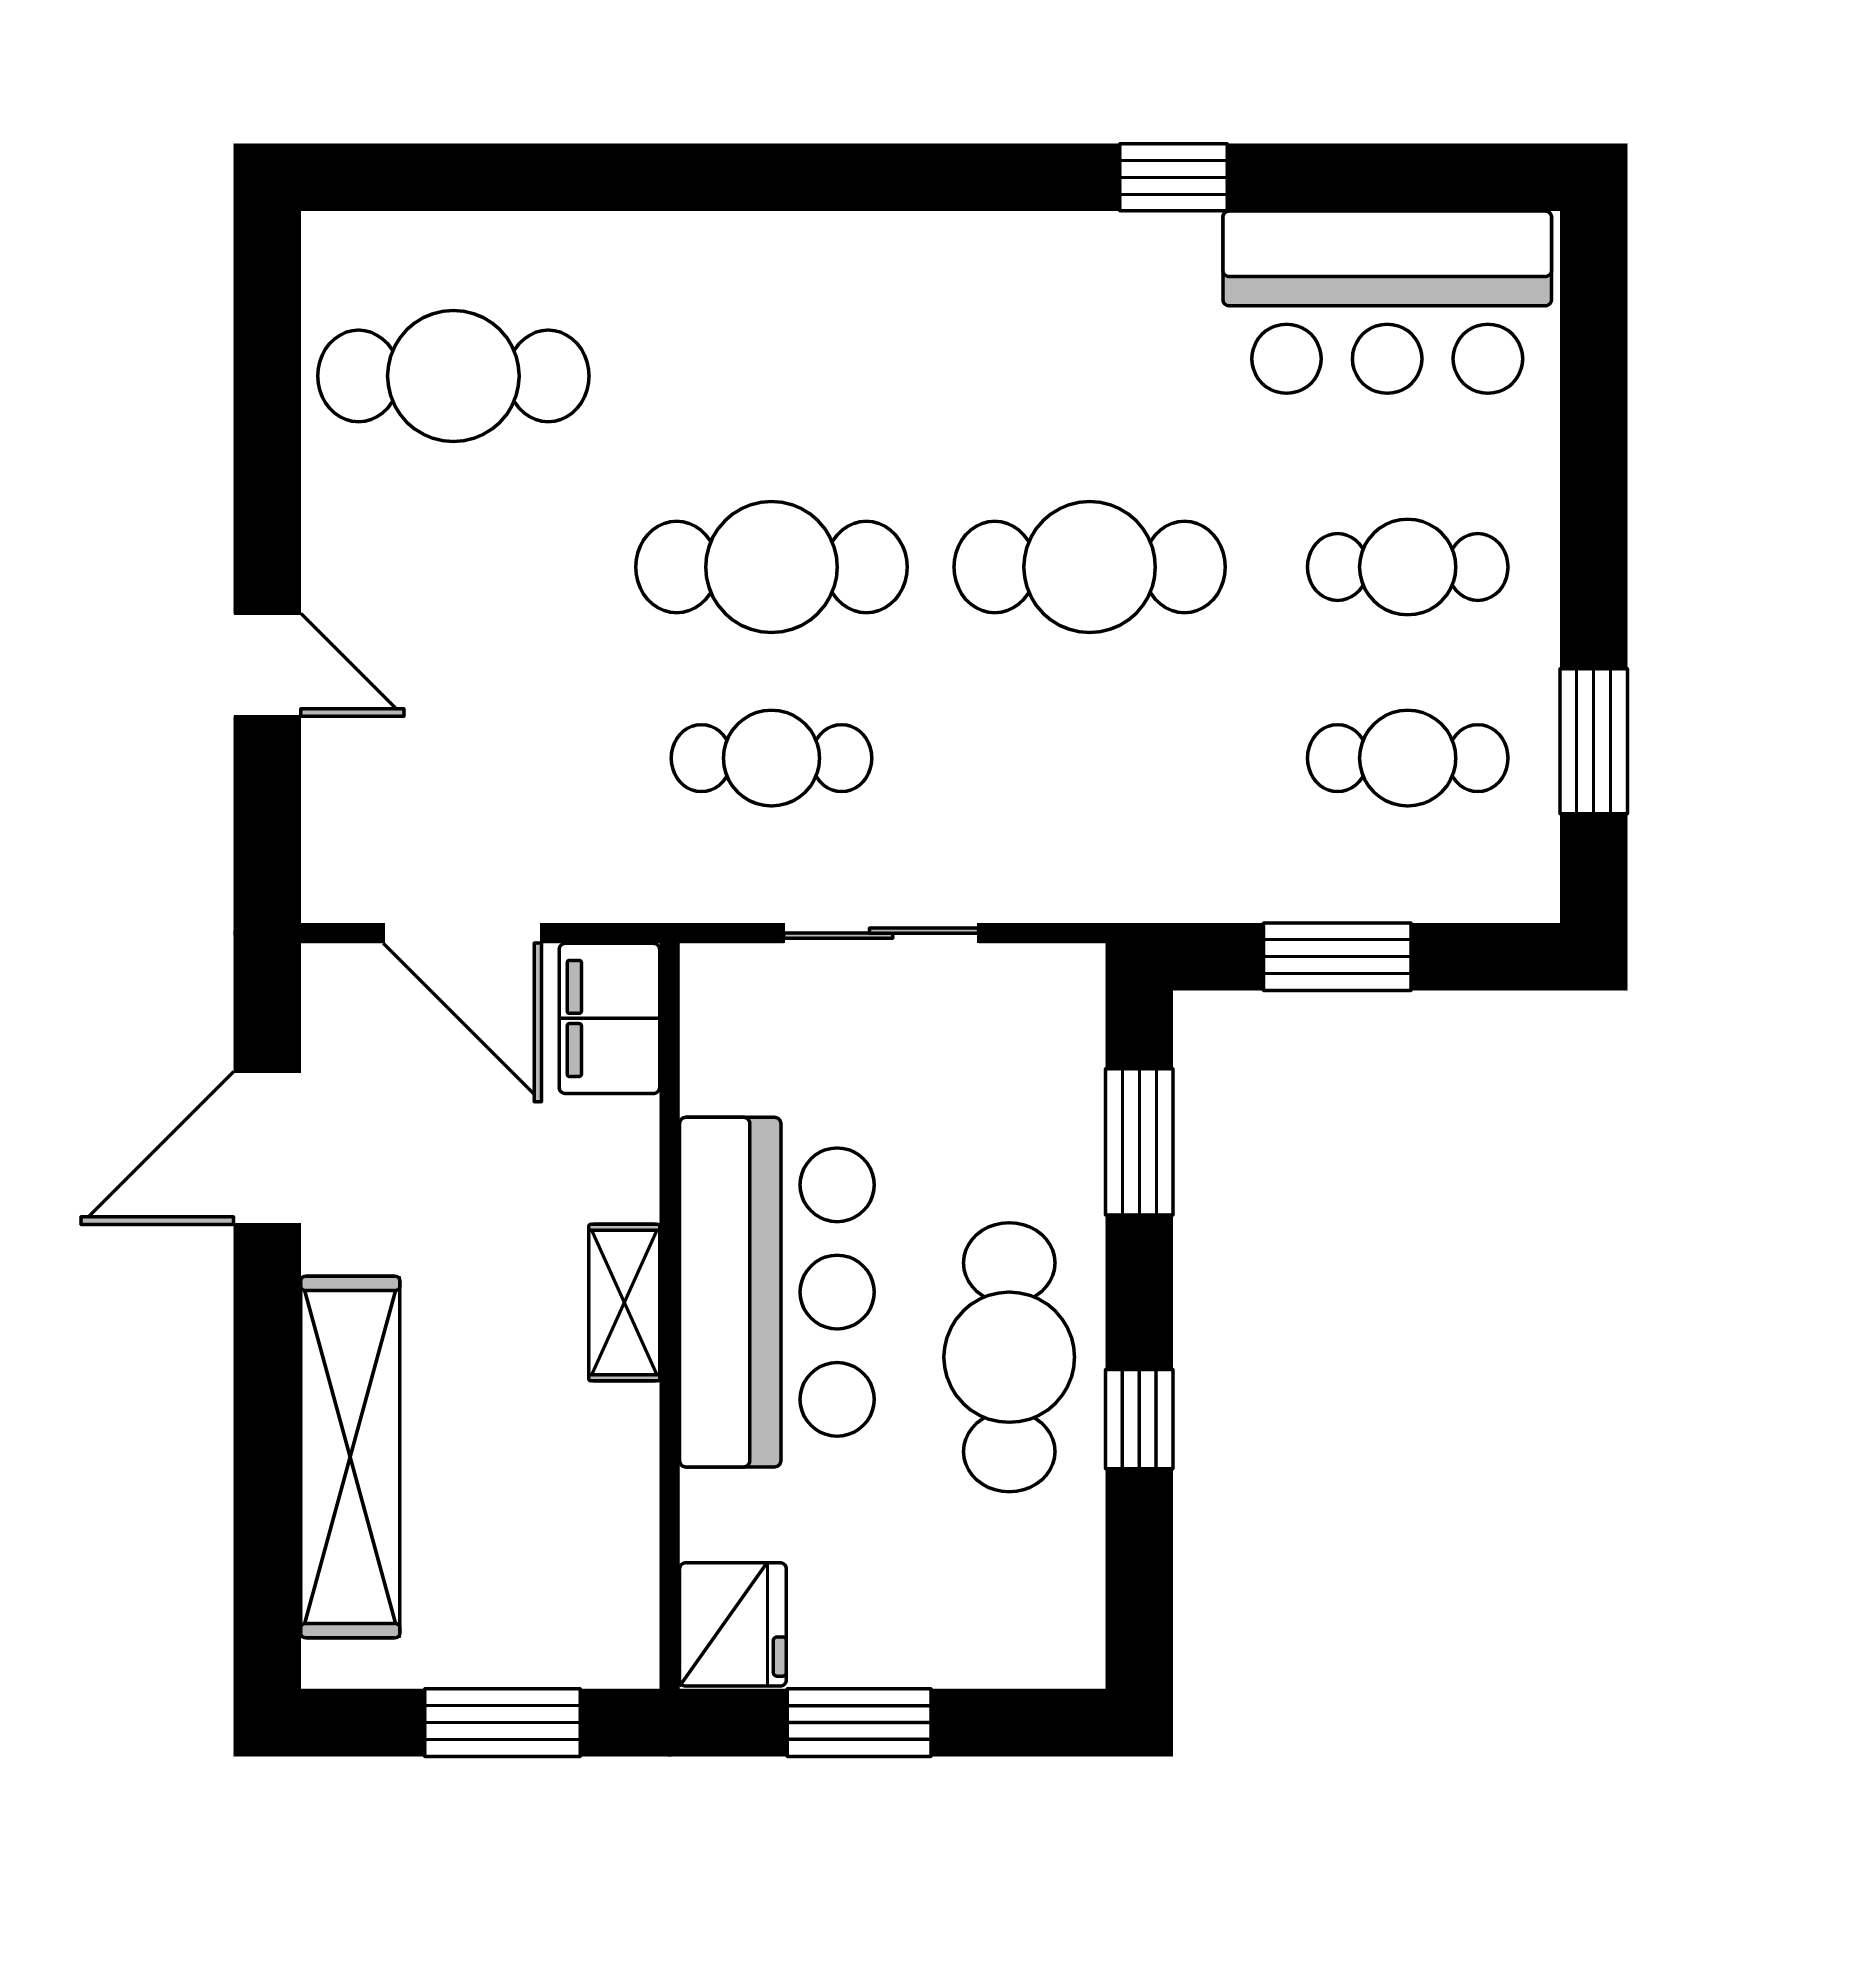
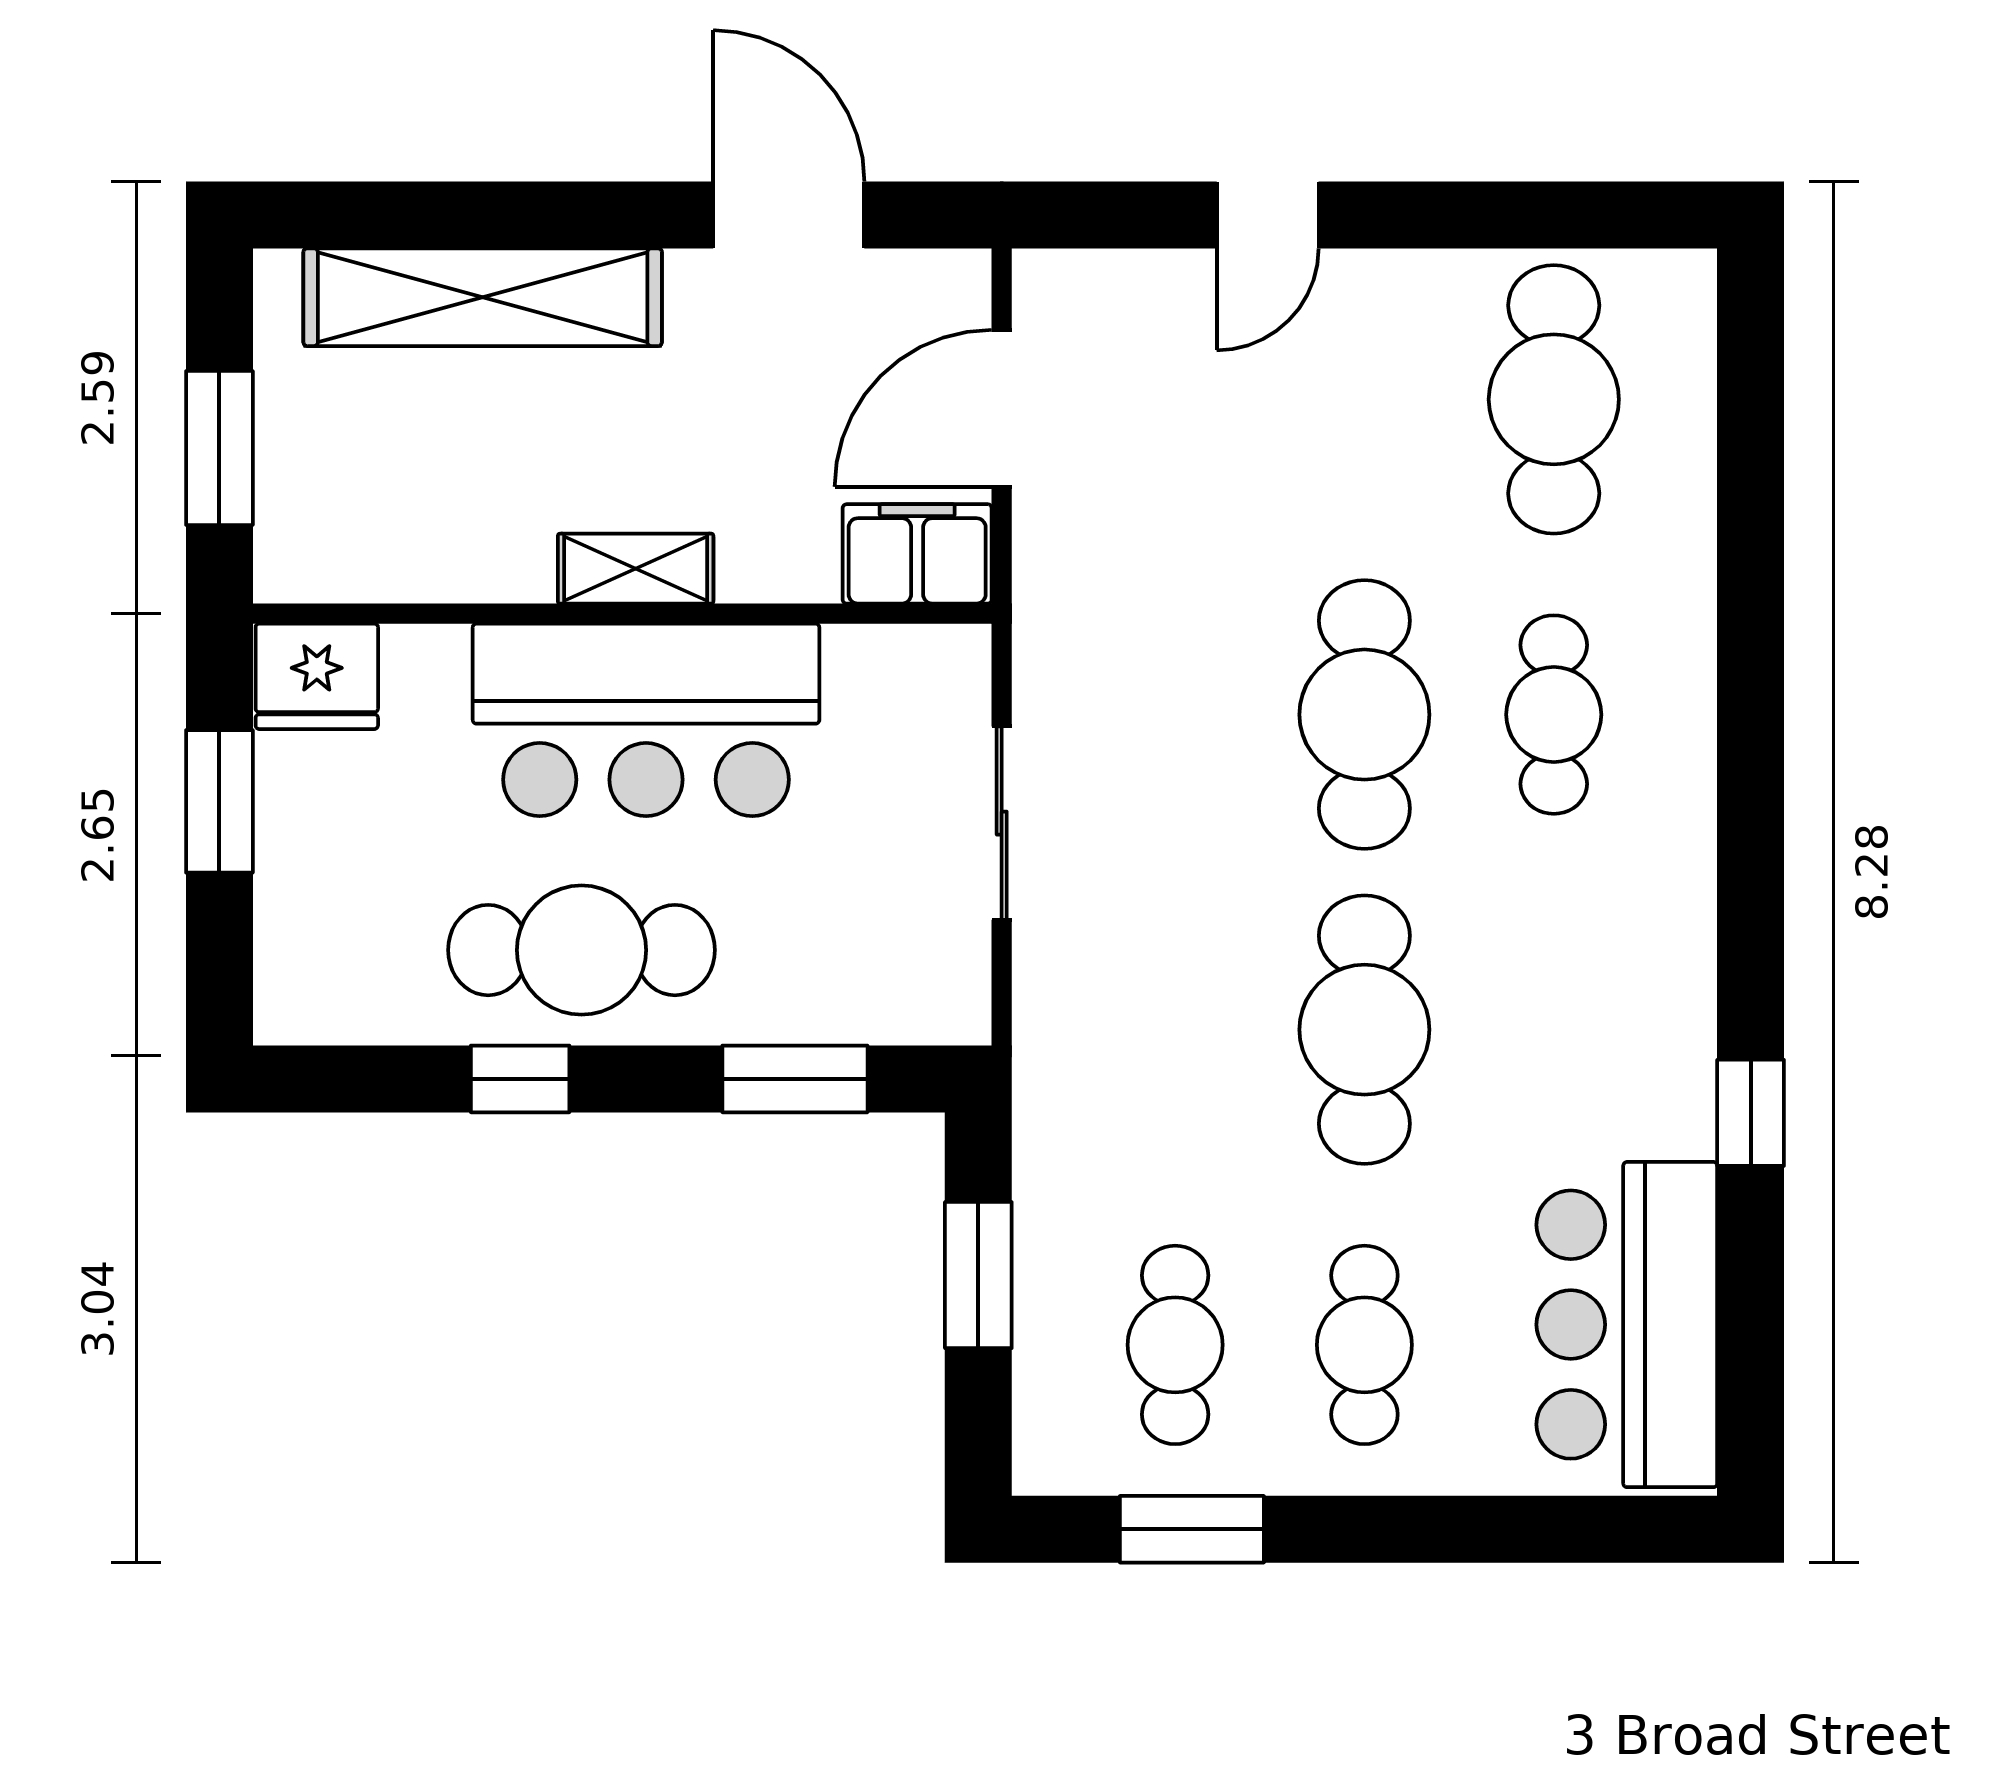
cafe table: (771, 758) -> (1554, 715), moved

